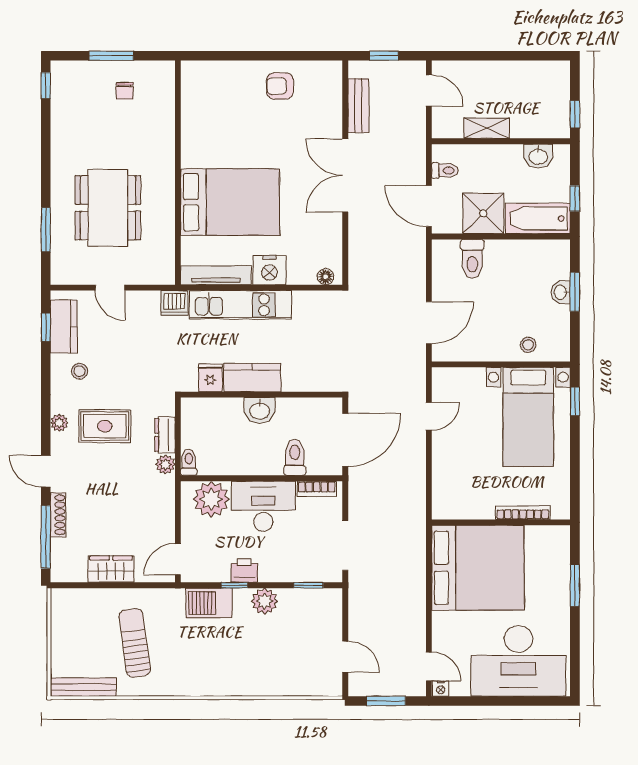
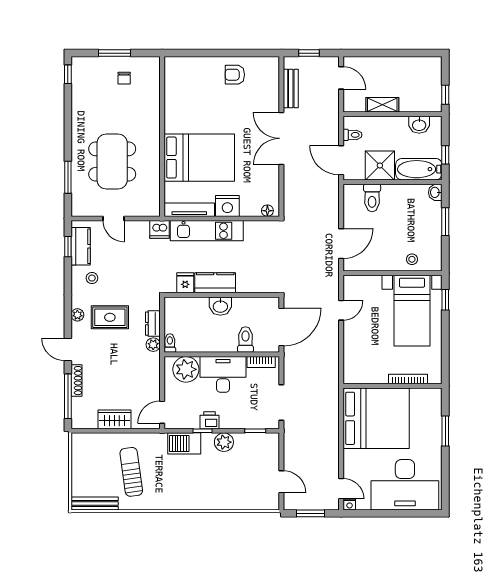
washbasin: (561, 292) -> (435, 192), moved

